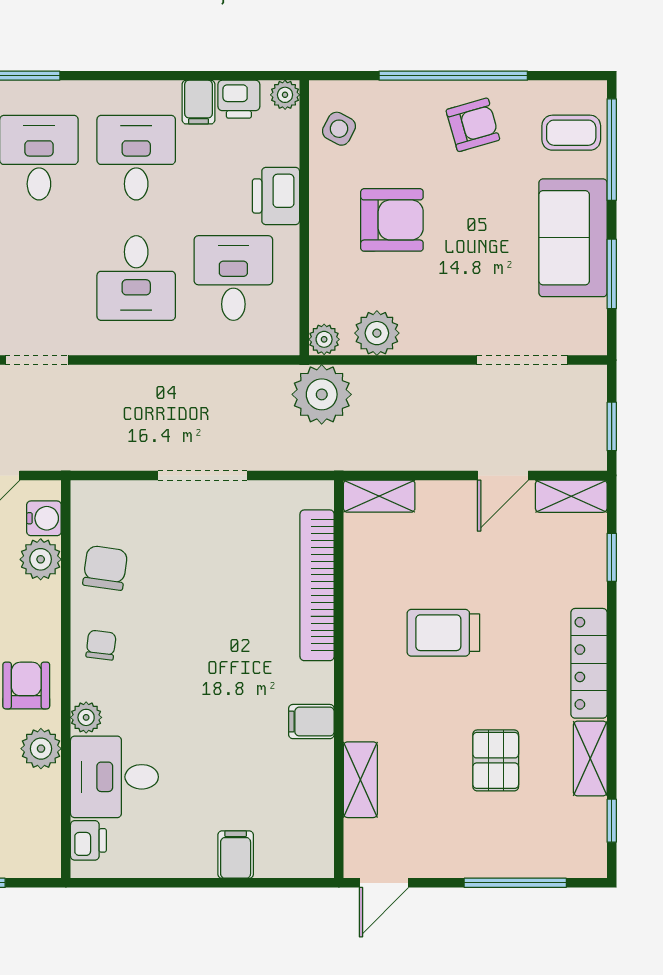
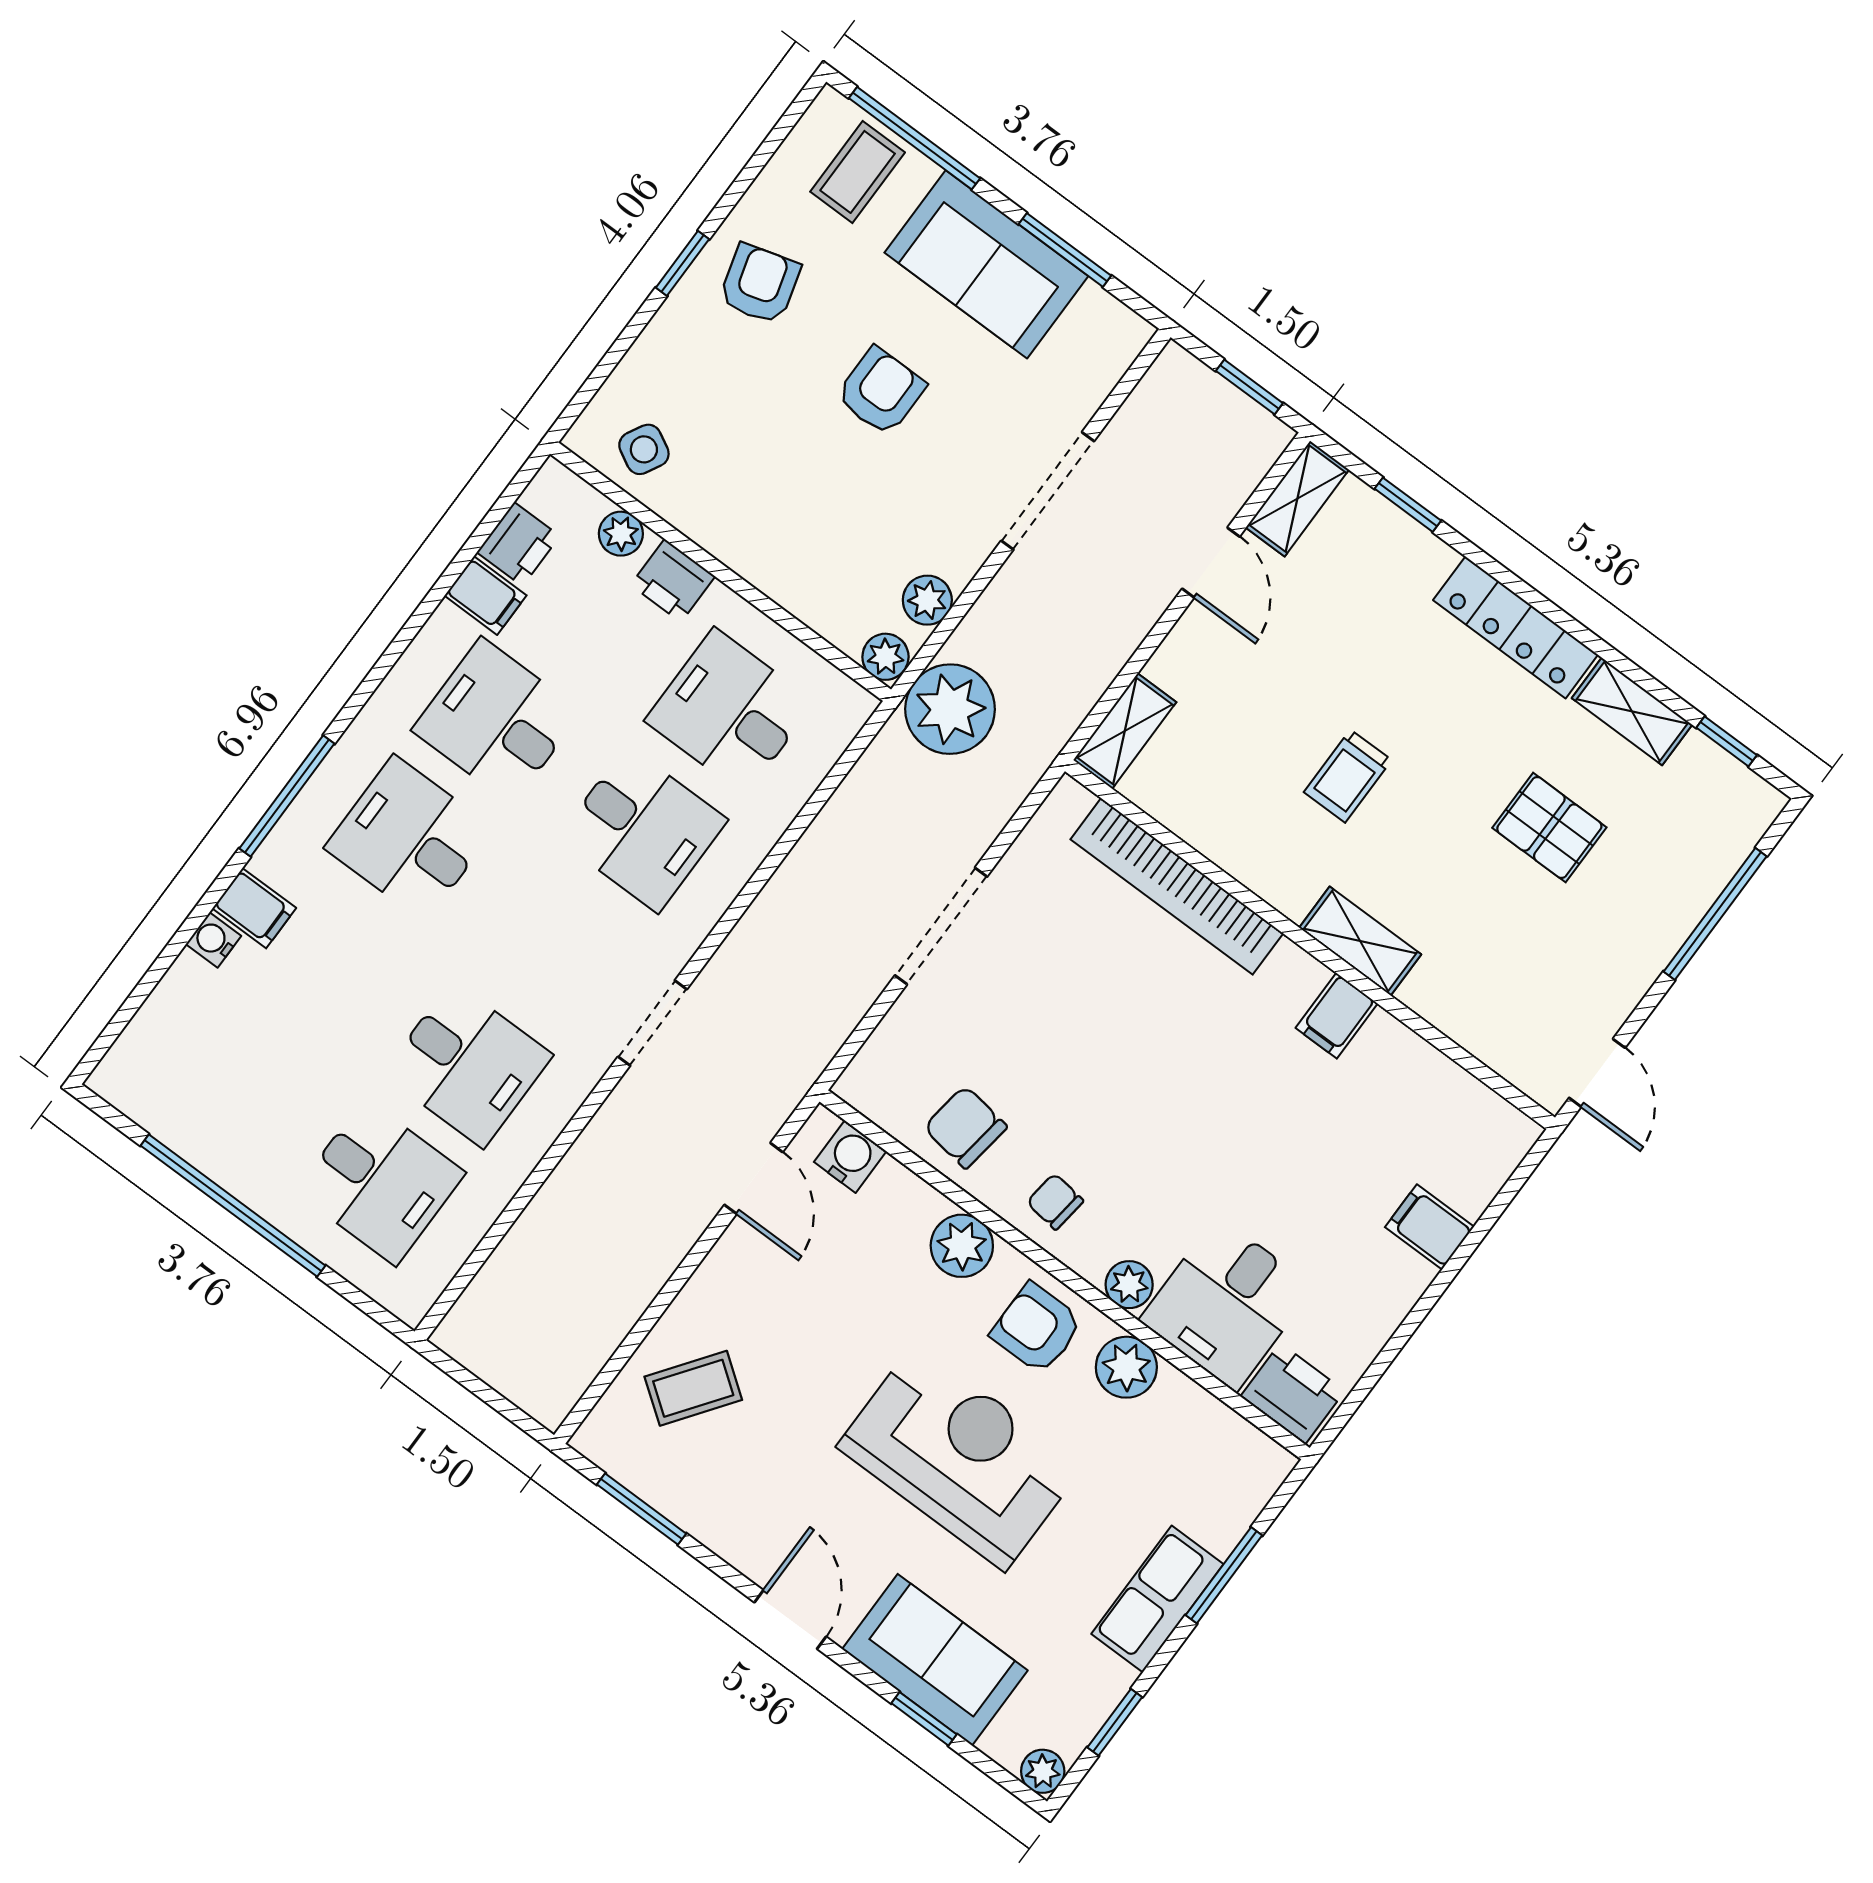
window: (453, 76) -> (682, 263), width x0.32
plant: (285, 95) -> (621, 534), moved
printer: (276, 196) -> (673, 581), width x0.73, depth x0.81
armchair: (392, 220) -> (881, 391), moved, width x0.72, depth x0.72
plant: (377, 333) -> (927, 600), width x0.73, depth x0.73
doorway: (522, 360) -> (1048, 491), moved
plant: (41, 559) -> (962, 1246), moved
trolley: (443, 633) -> (1348, 776), width x0.73, depth x0.72
shelving: (360, 780) -> (1360, 941), moved
printer: (88, 840) -> (1293, 1394), width x1.36, depth x1.24

